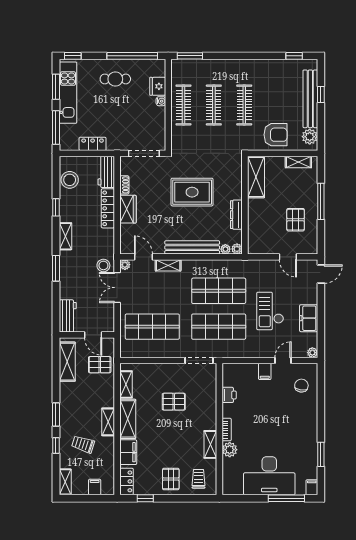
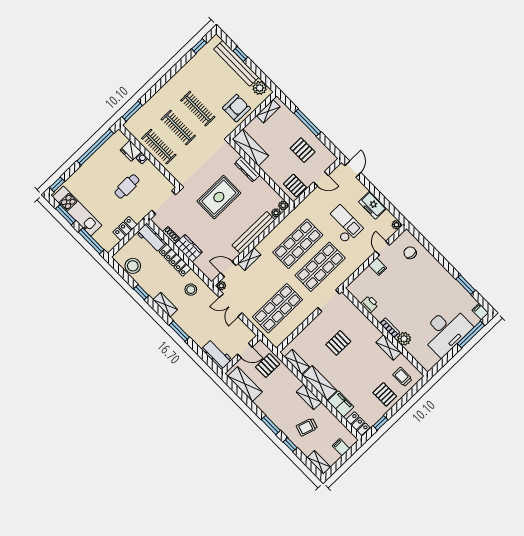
cafe table: (115, 79) -> (127, 186), moved
dresser: (236, 215) -> (247, 169), moved
pallet: (262, 242) -> (295, 186), added
stool: (103, 265) -> (191, 290), moved
checkout: (270, 311) -> (343, 225), turned 180

